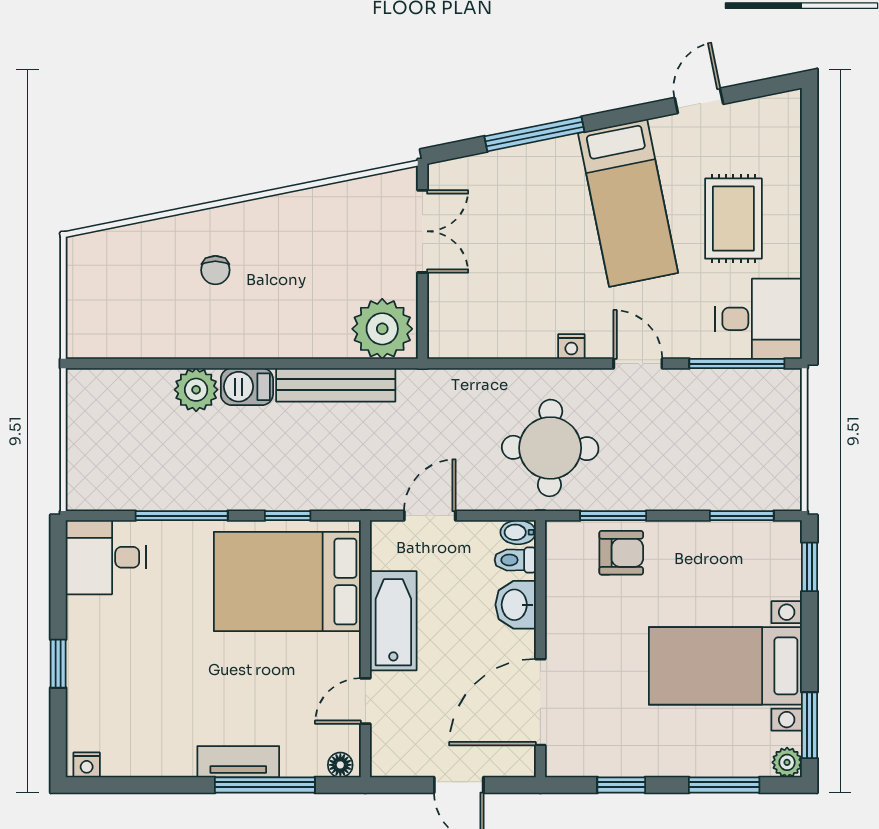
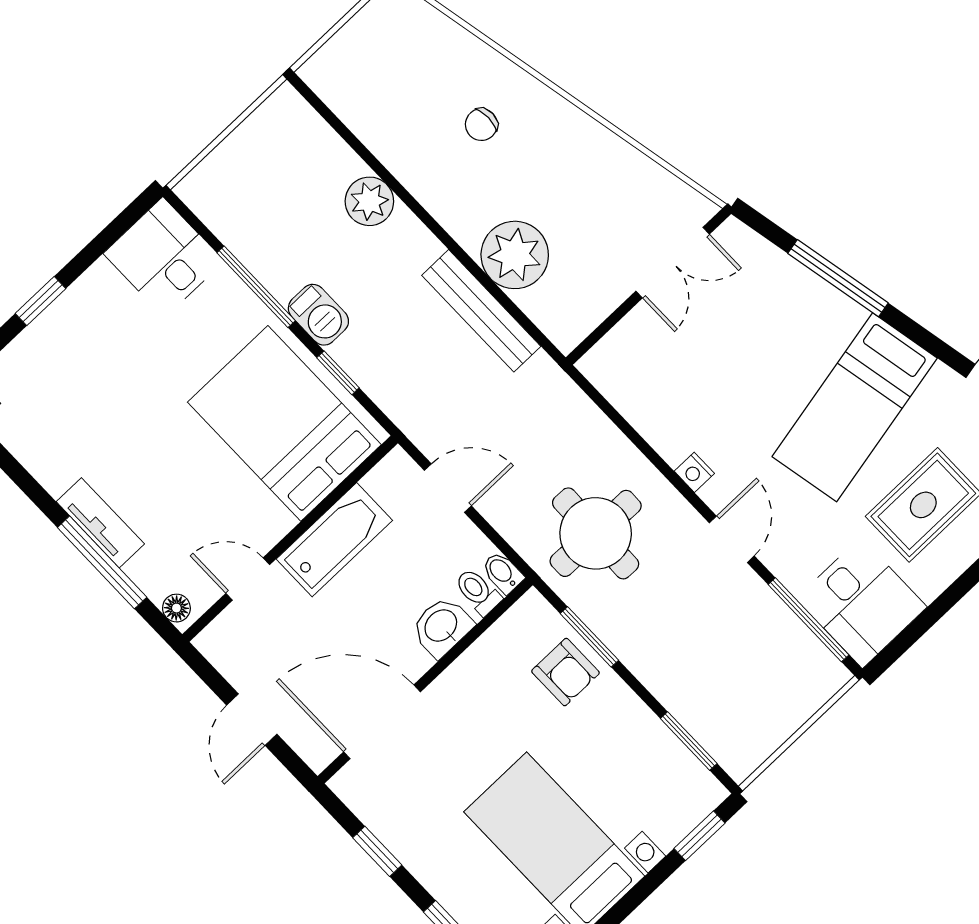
plant: (382, 329) -> (515, 255), moved
barbecue: (247, 387) -> (318, 315), moved, turned 180

